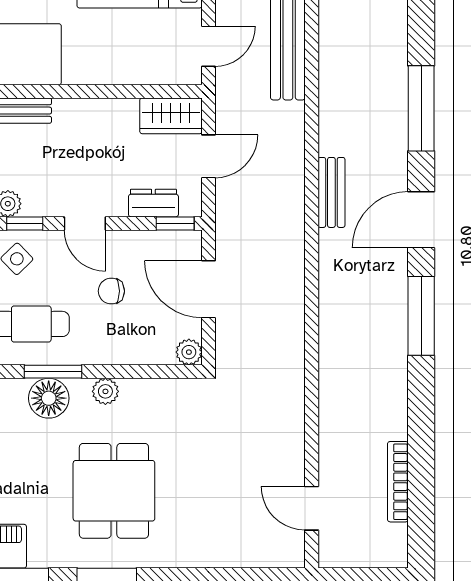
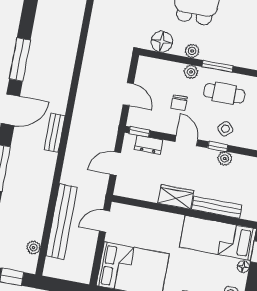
wardrobe: (171, 116) -> (176, 197), moved
door: (208, 289) -> (128, 94), width x0.73
chair: (111, 291) -> (179, 103), turned 90
plant: (189, 352) -> (191, 72), moved
floor lamp: (49, 398) -> (162, 42), moved

